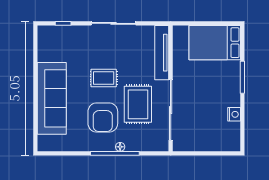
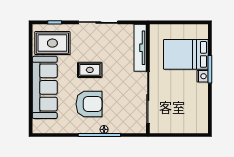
bed: (215, 43) -> (186, 54), moved
rug: (138, 104) -> (52, 43), moved, turned 90
nightstand: (234, 114) -> (203, 76), moved
armchair: (103, 118) -> (89, 104), turned -90

